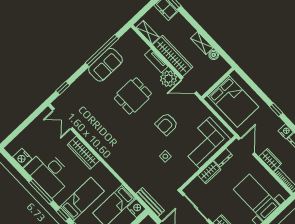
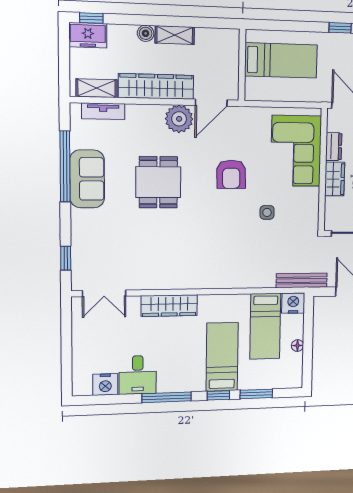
boiler: (214, 55) -> (146, 33), moved
tv unit: (156, 61) -> (103, 111), moved
bed: (233, 101) -> (281, 60), width x0.67
desk: (49, 173) -> (138, 375), width x0.53, depth x0.77

